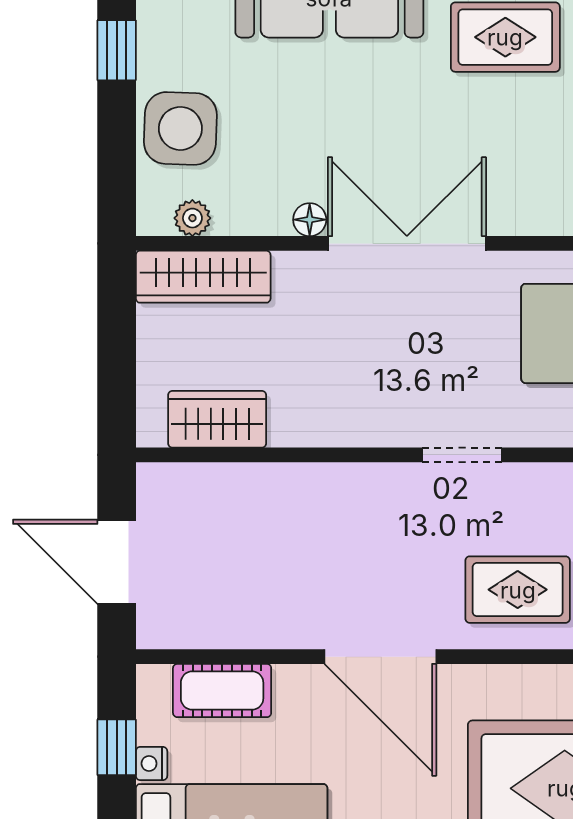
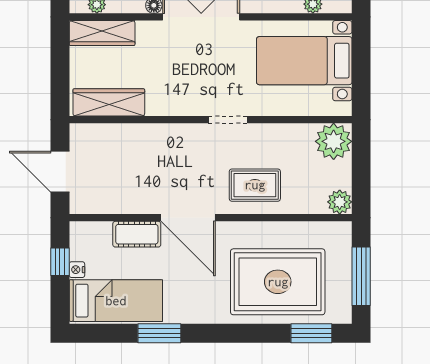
wardrobe: (217, 419) -> (109, 102), width x1.50
cot: (222, 691) -> (137, 234), moved

